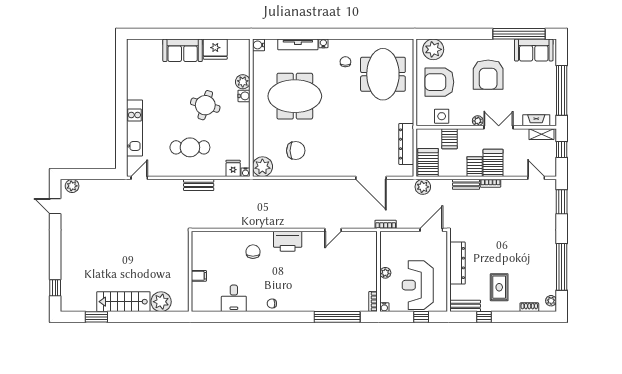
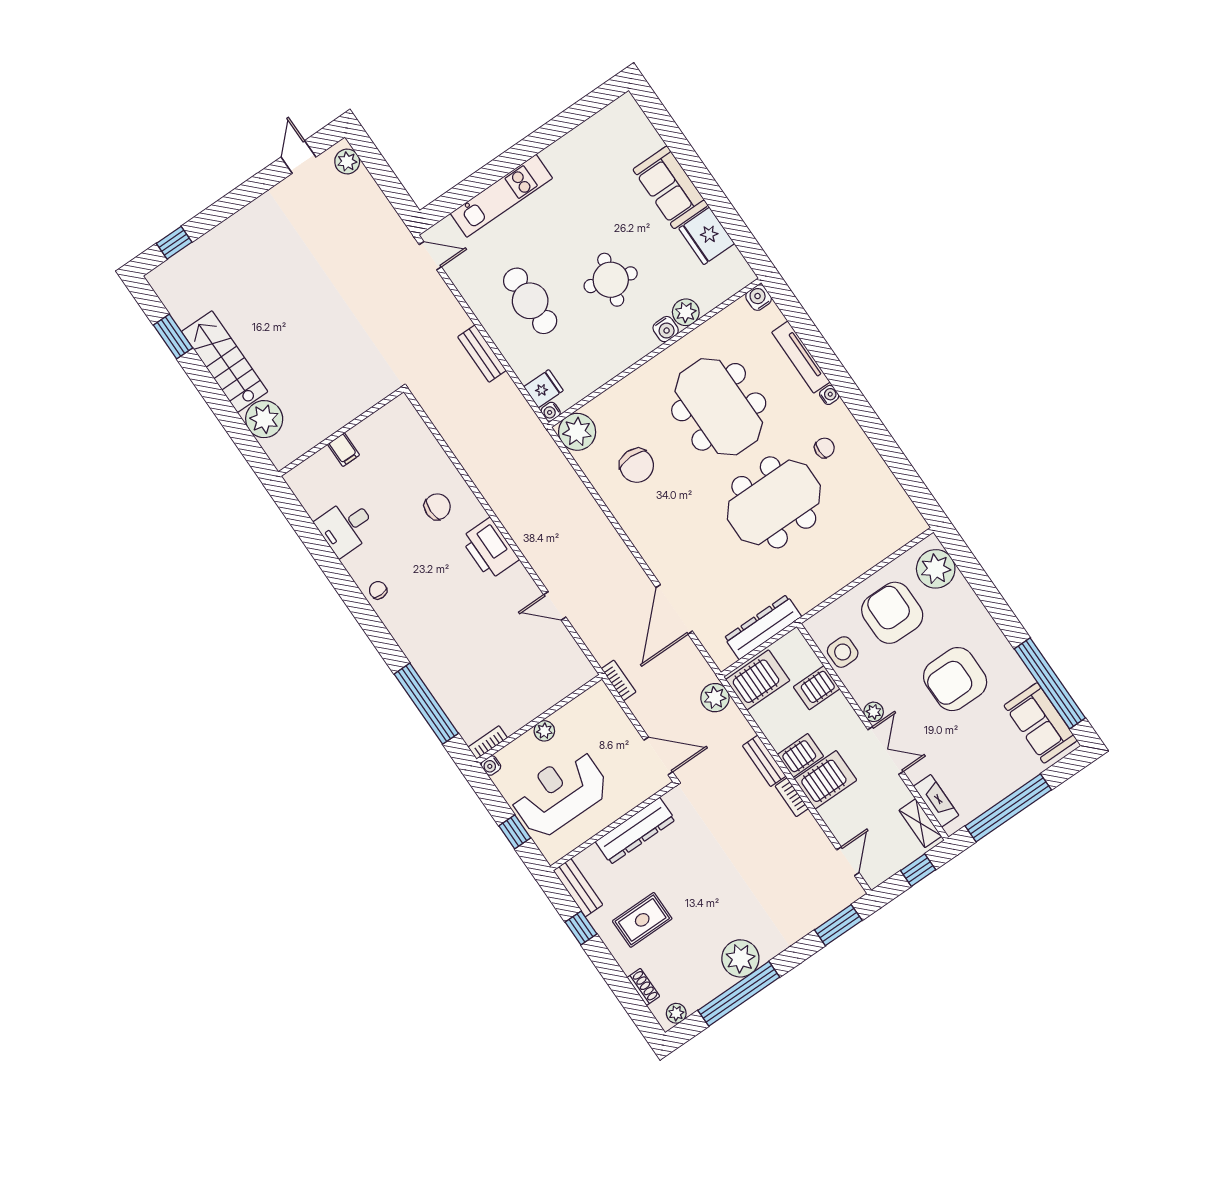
meeting table: (383, 74) -> (774, 502), moved
plant: (546, 255) -> (740, 958), added

